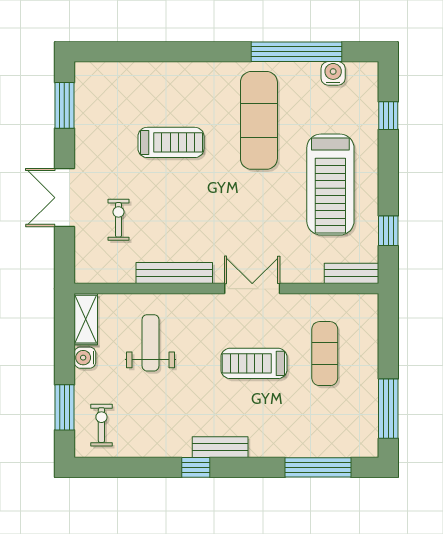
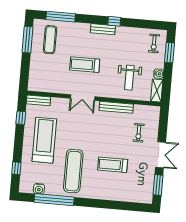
double door: (64, 198) -> (161, 155), moved
exercise mat: (325, 354) -> (50, 40), moved
treadmill: (254, 363) -> (85, 65), turned 180

